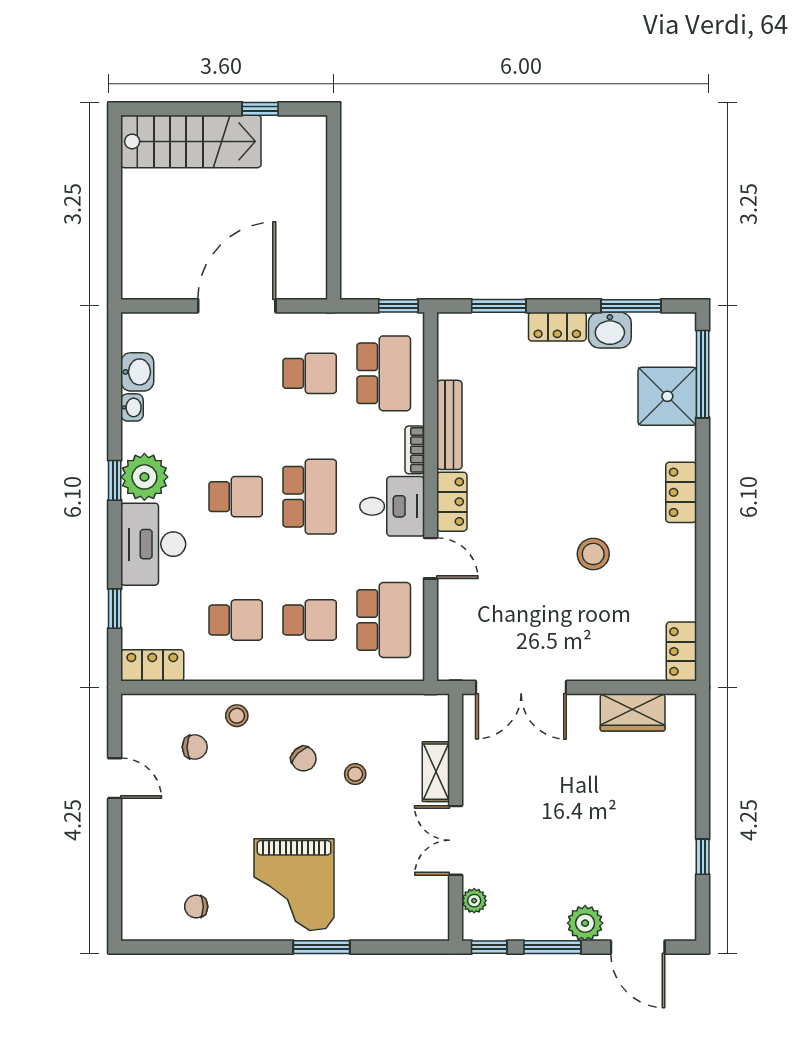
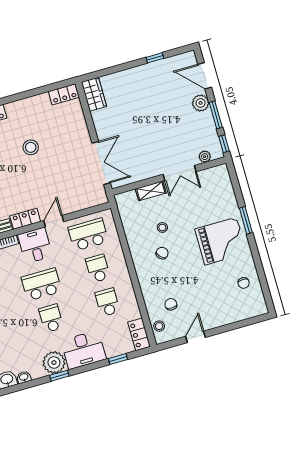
wardrobe: (633, 712) -> (94, 94), moved
stool: (237, 716) -> (159, 326), moved
door: (638, 947) -> (205, 76), swing flipped

